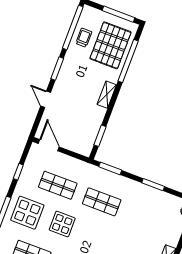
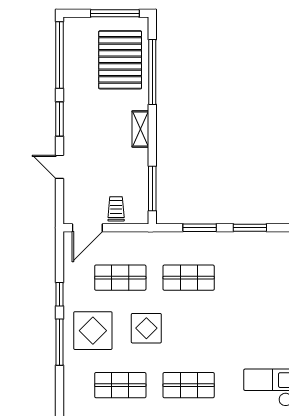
trolley: (84, 38) -> (116, 209), moved
window: (100, 136) -> (152, 188), width x1.44
door: (49, 145) -> (87, 228), swing flipped
window: (110, 168) -> (200, 228), moved
window: (18, 172) -> (60, 294), moved

